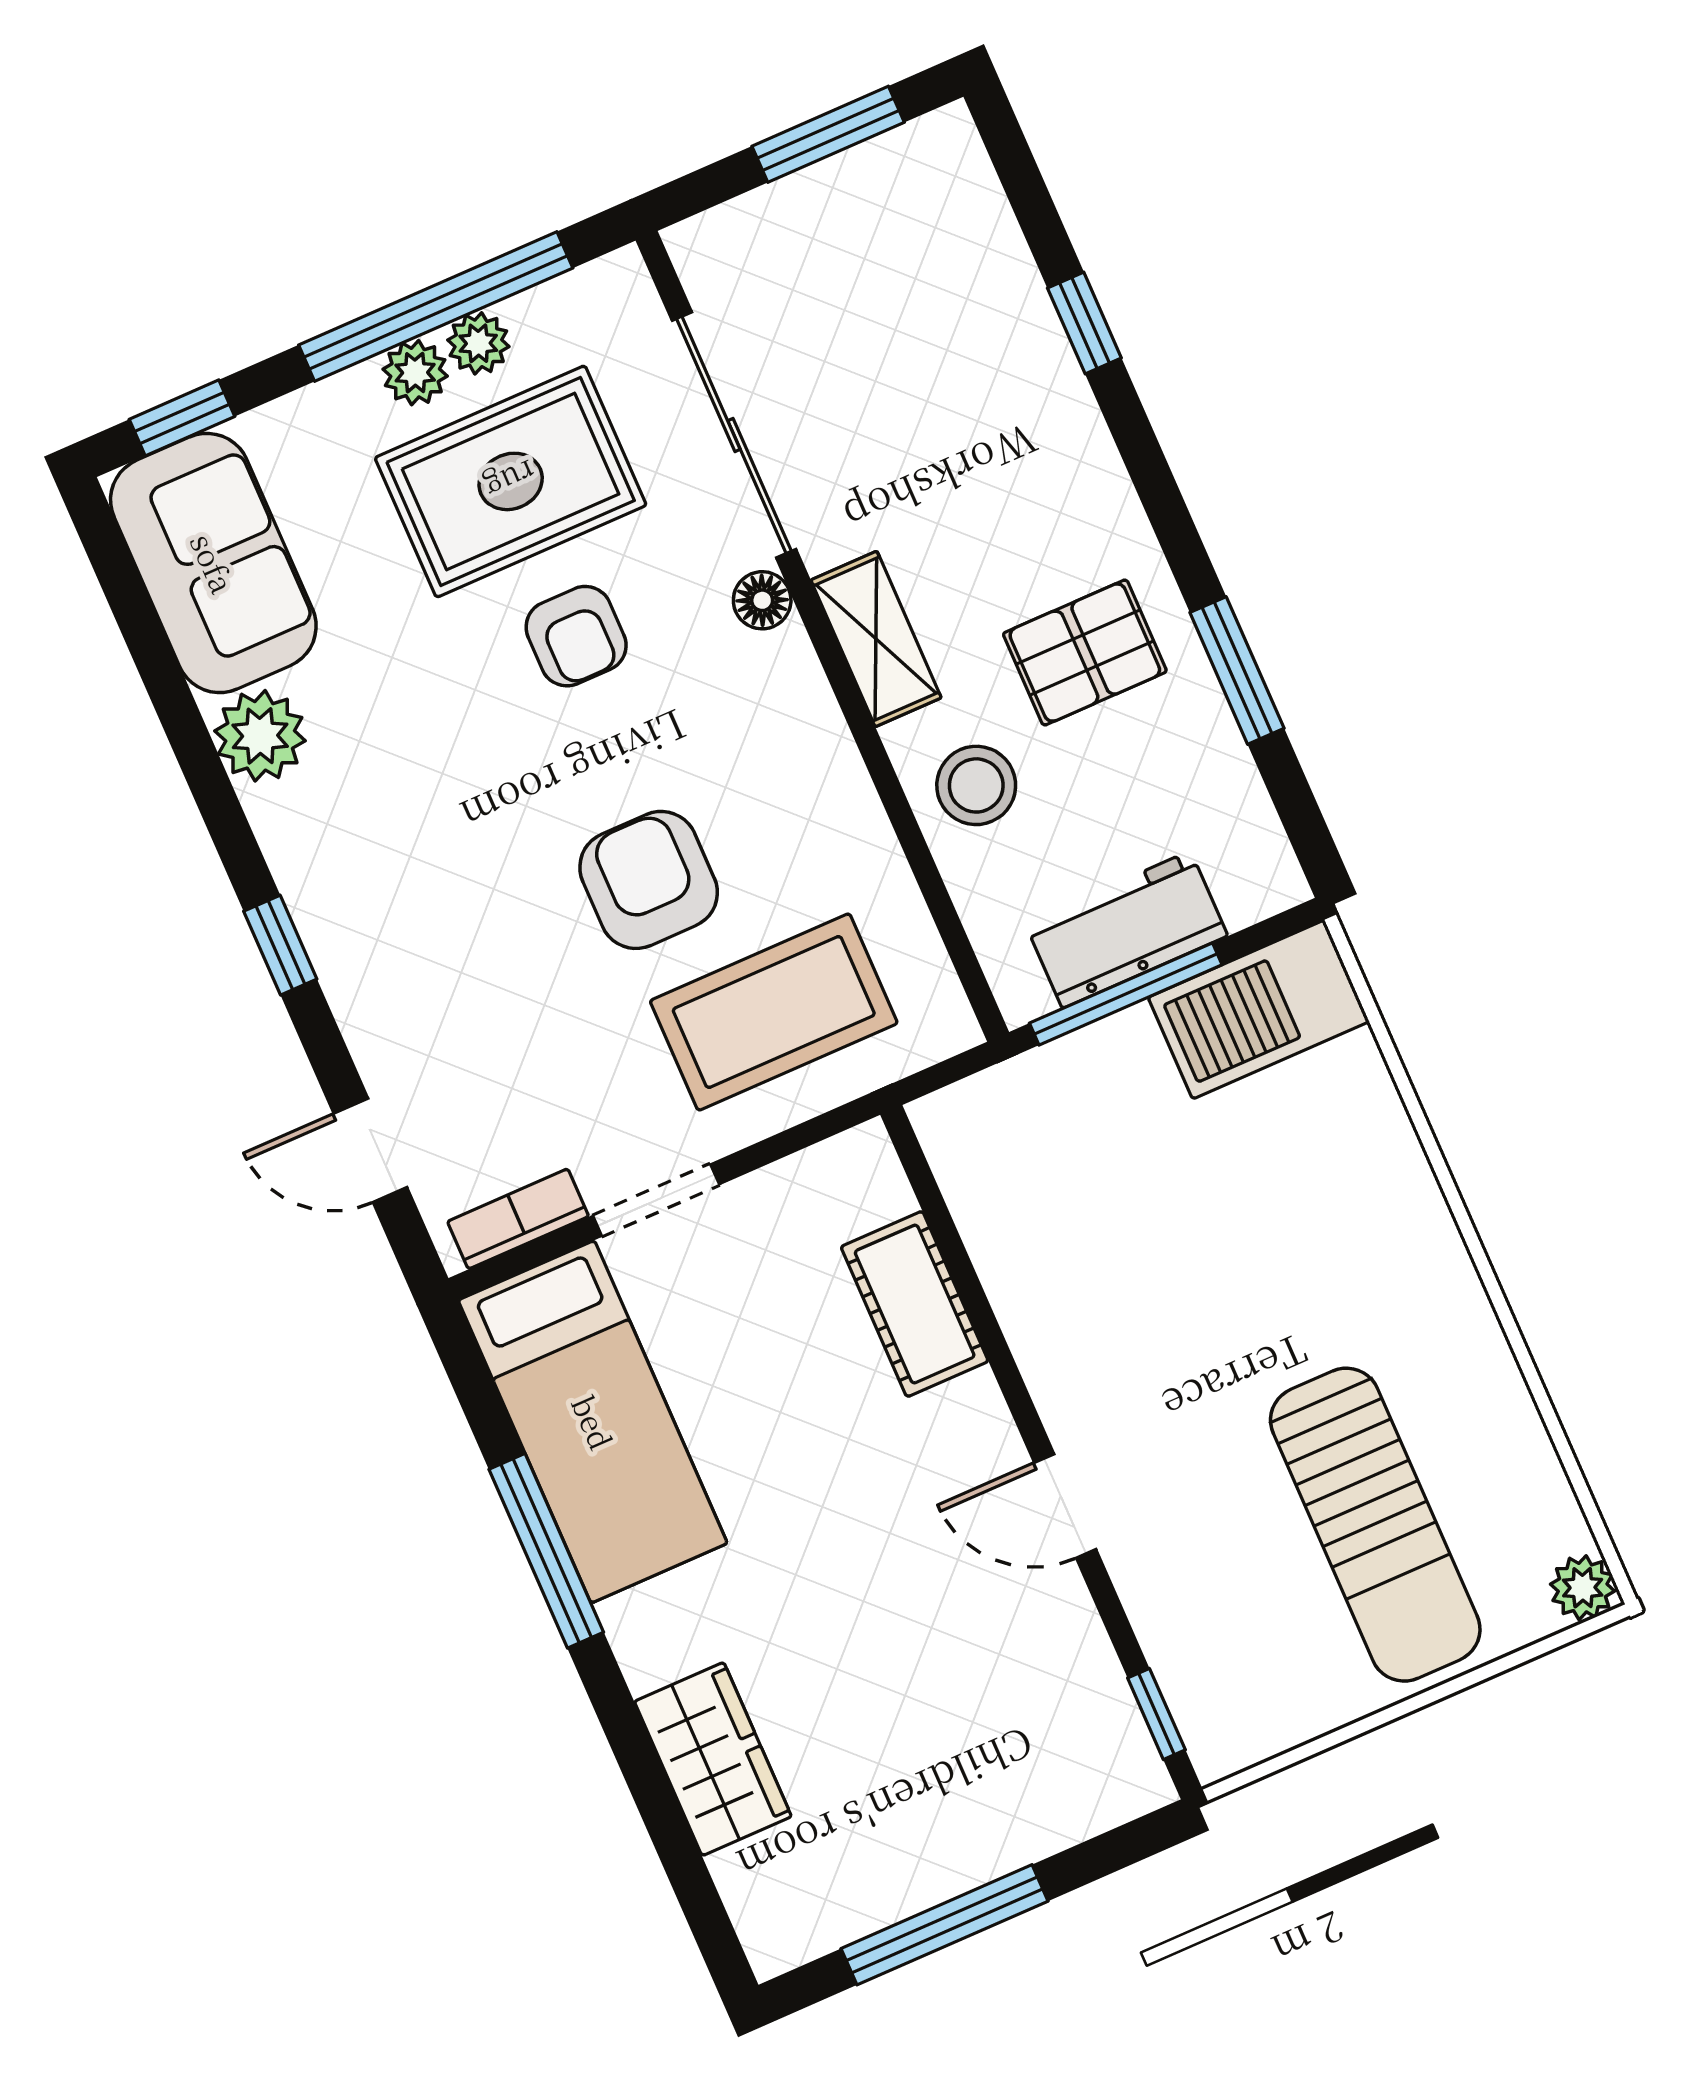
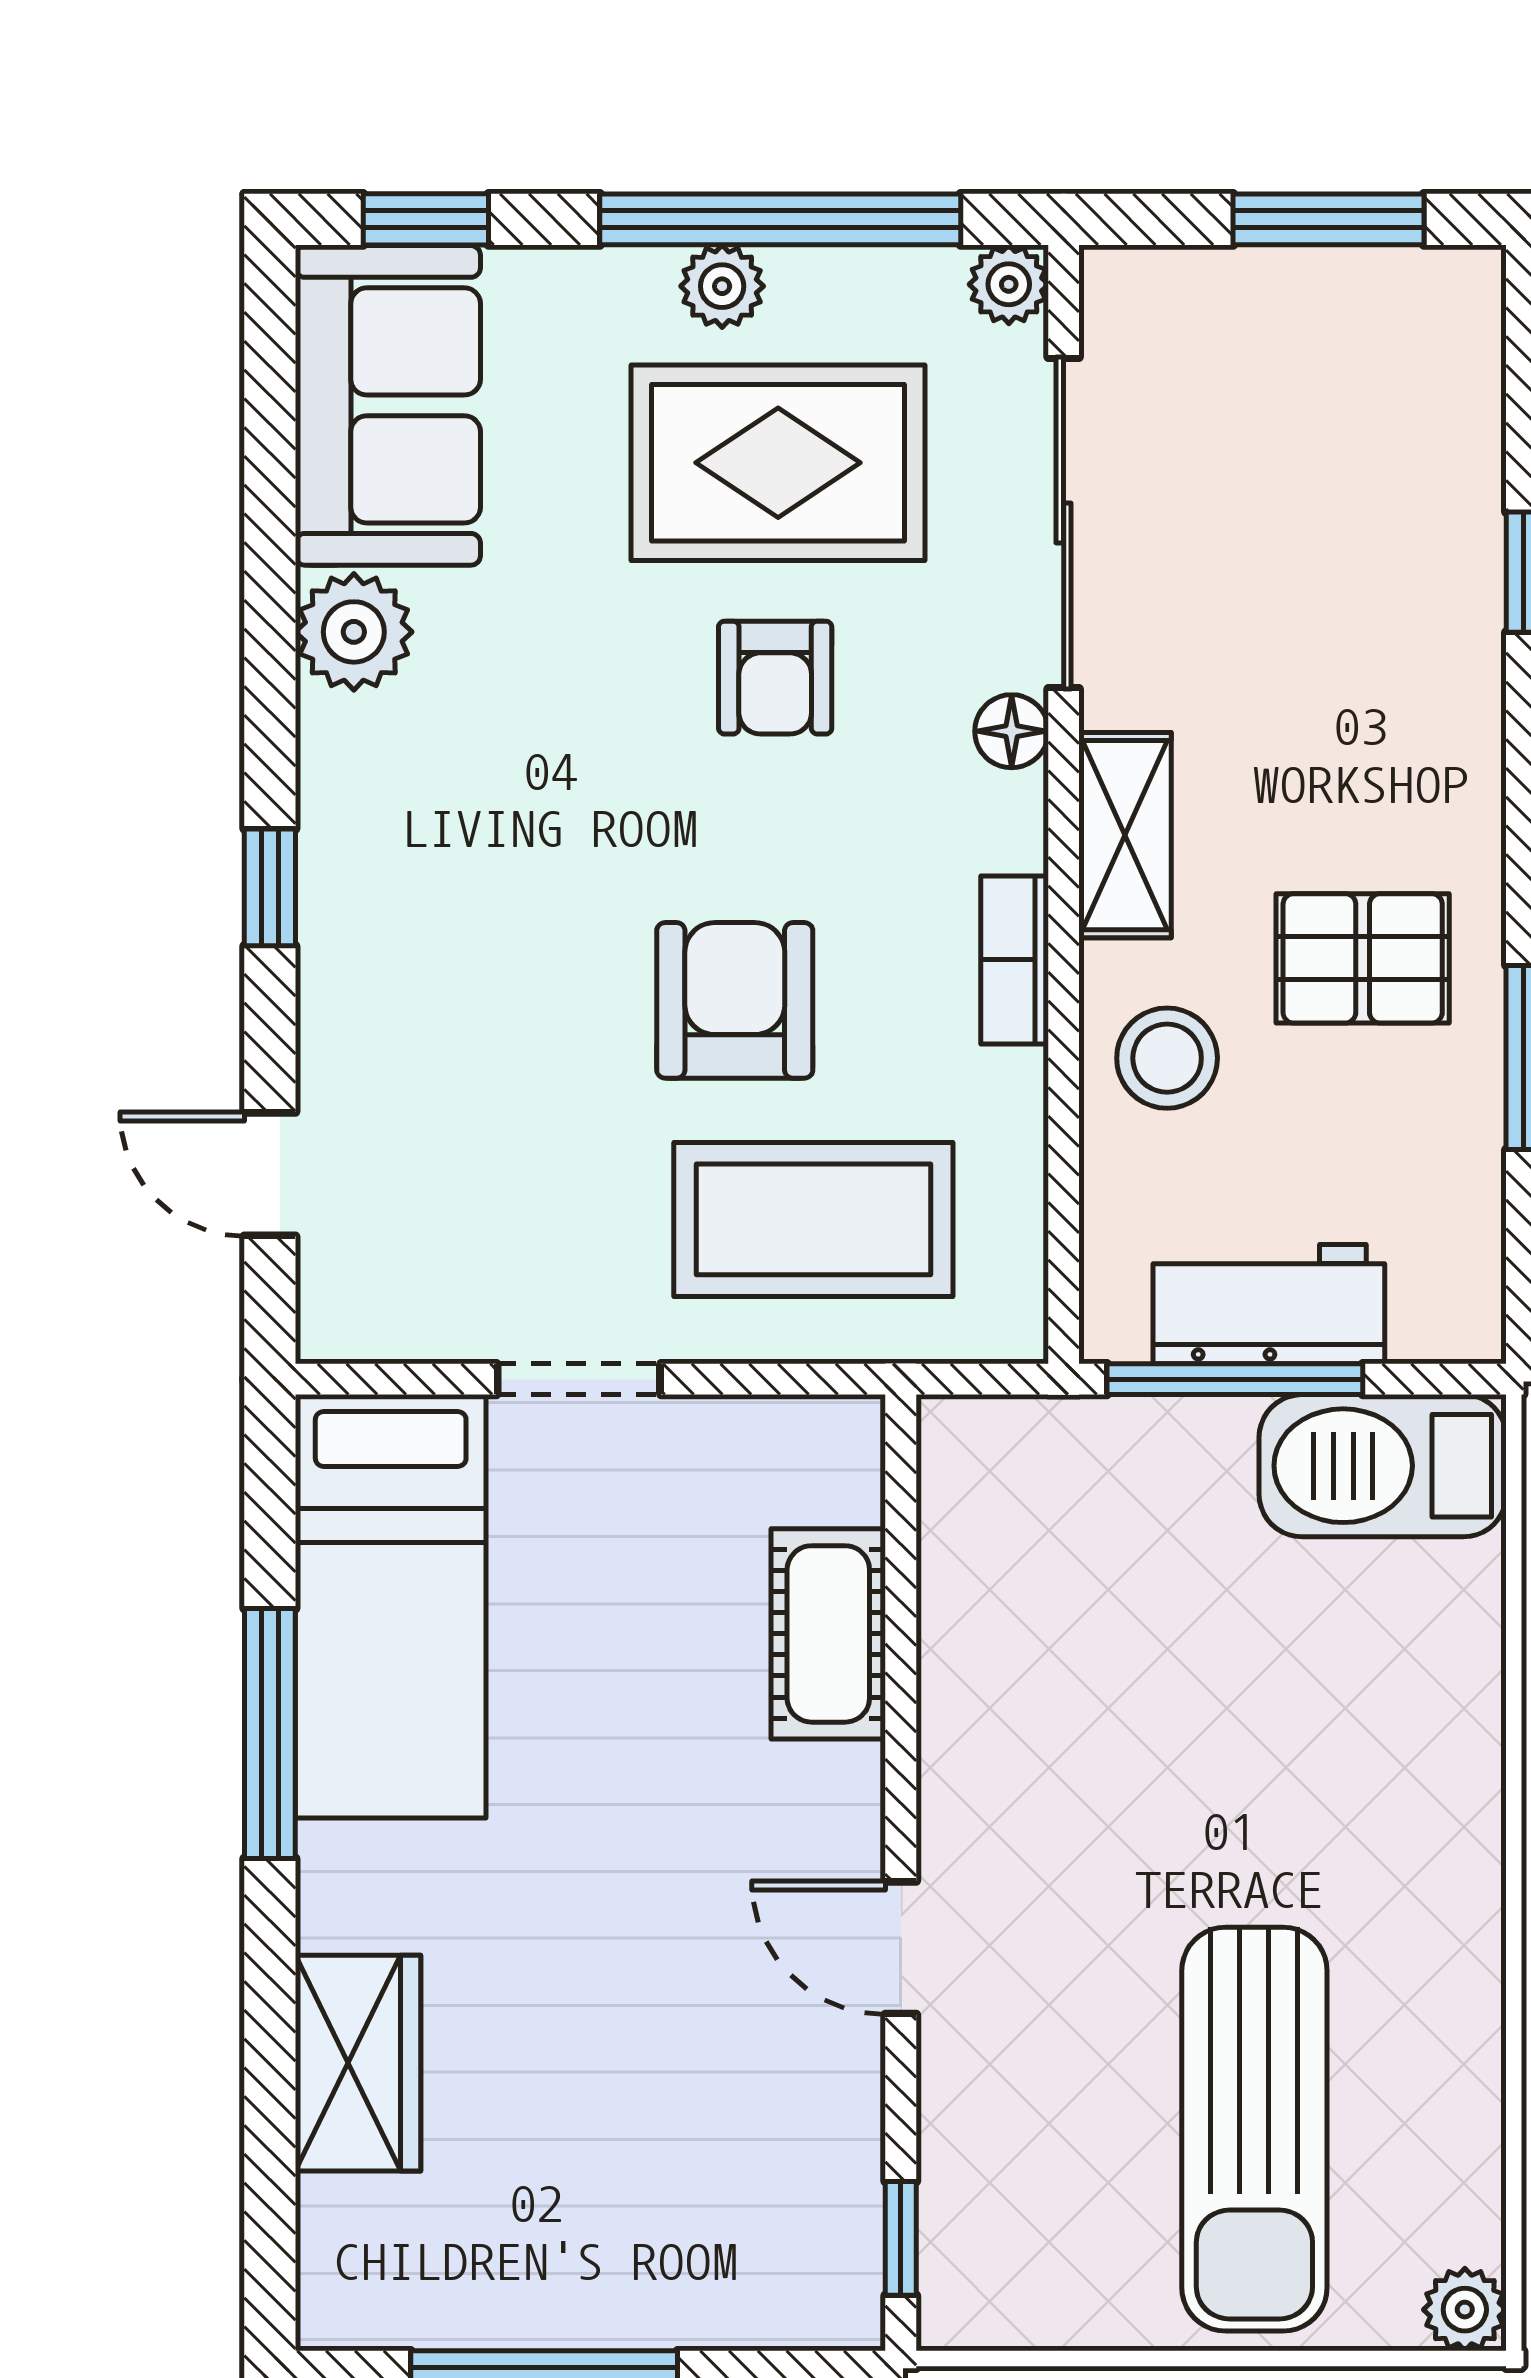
plant: (478, 343) -> (1009, 284), moved
bookcase: (518, 1219) -> (1015, 960), moved, turned -90

